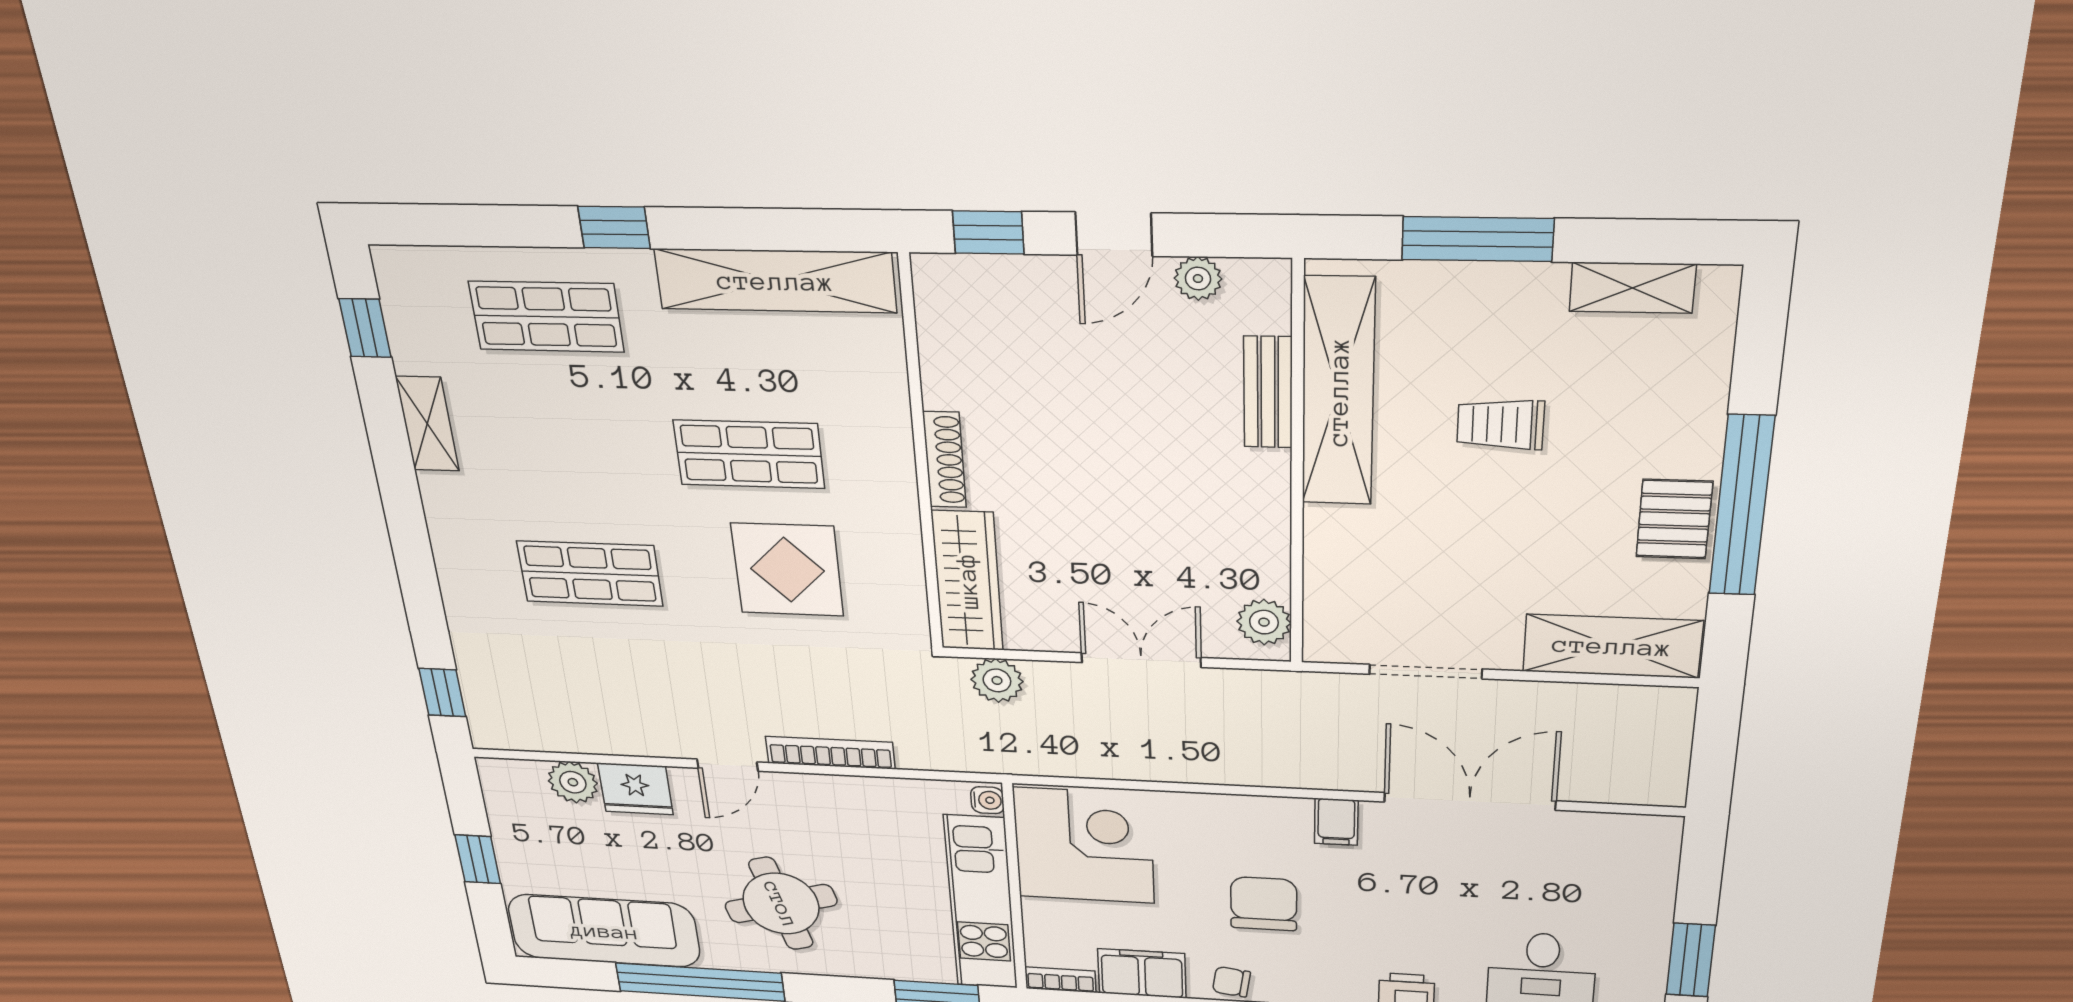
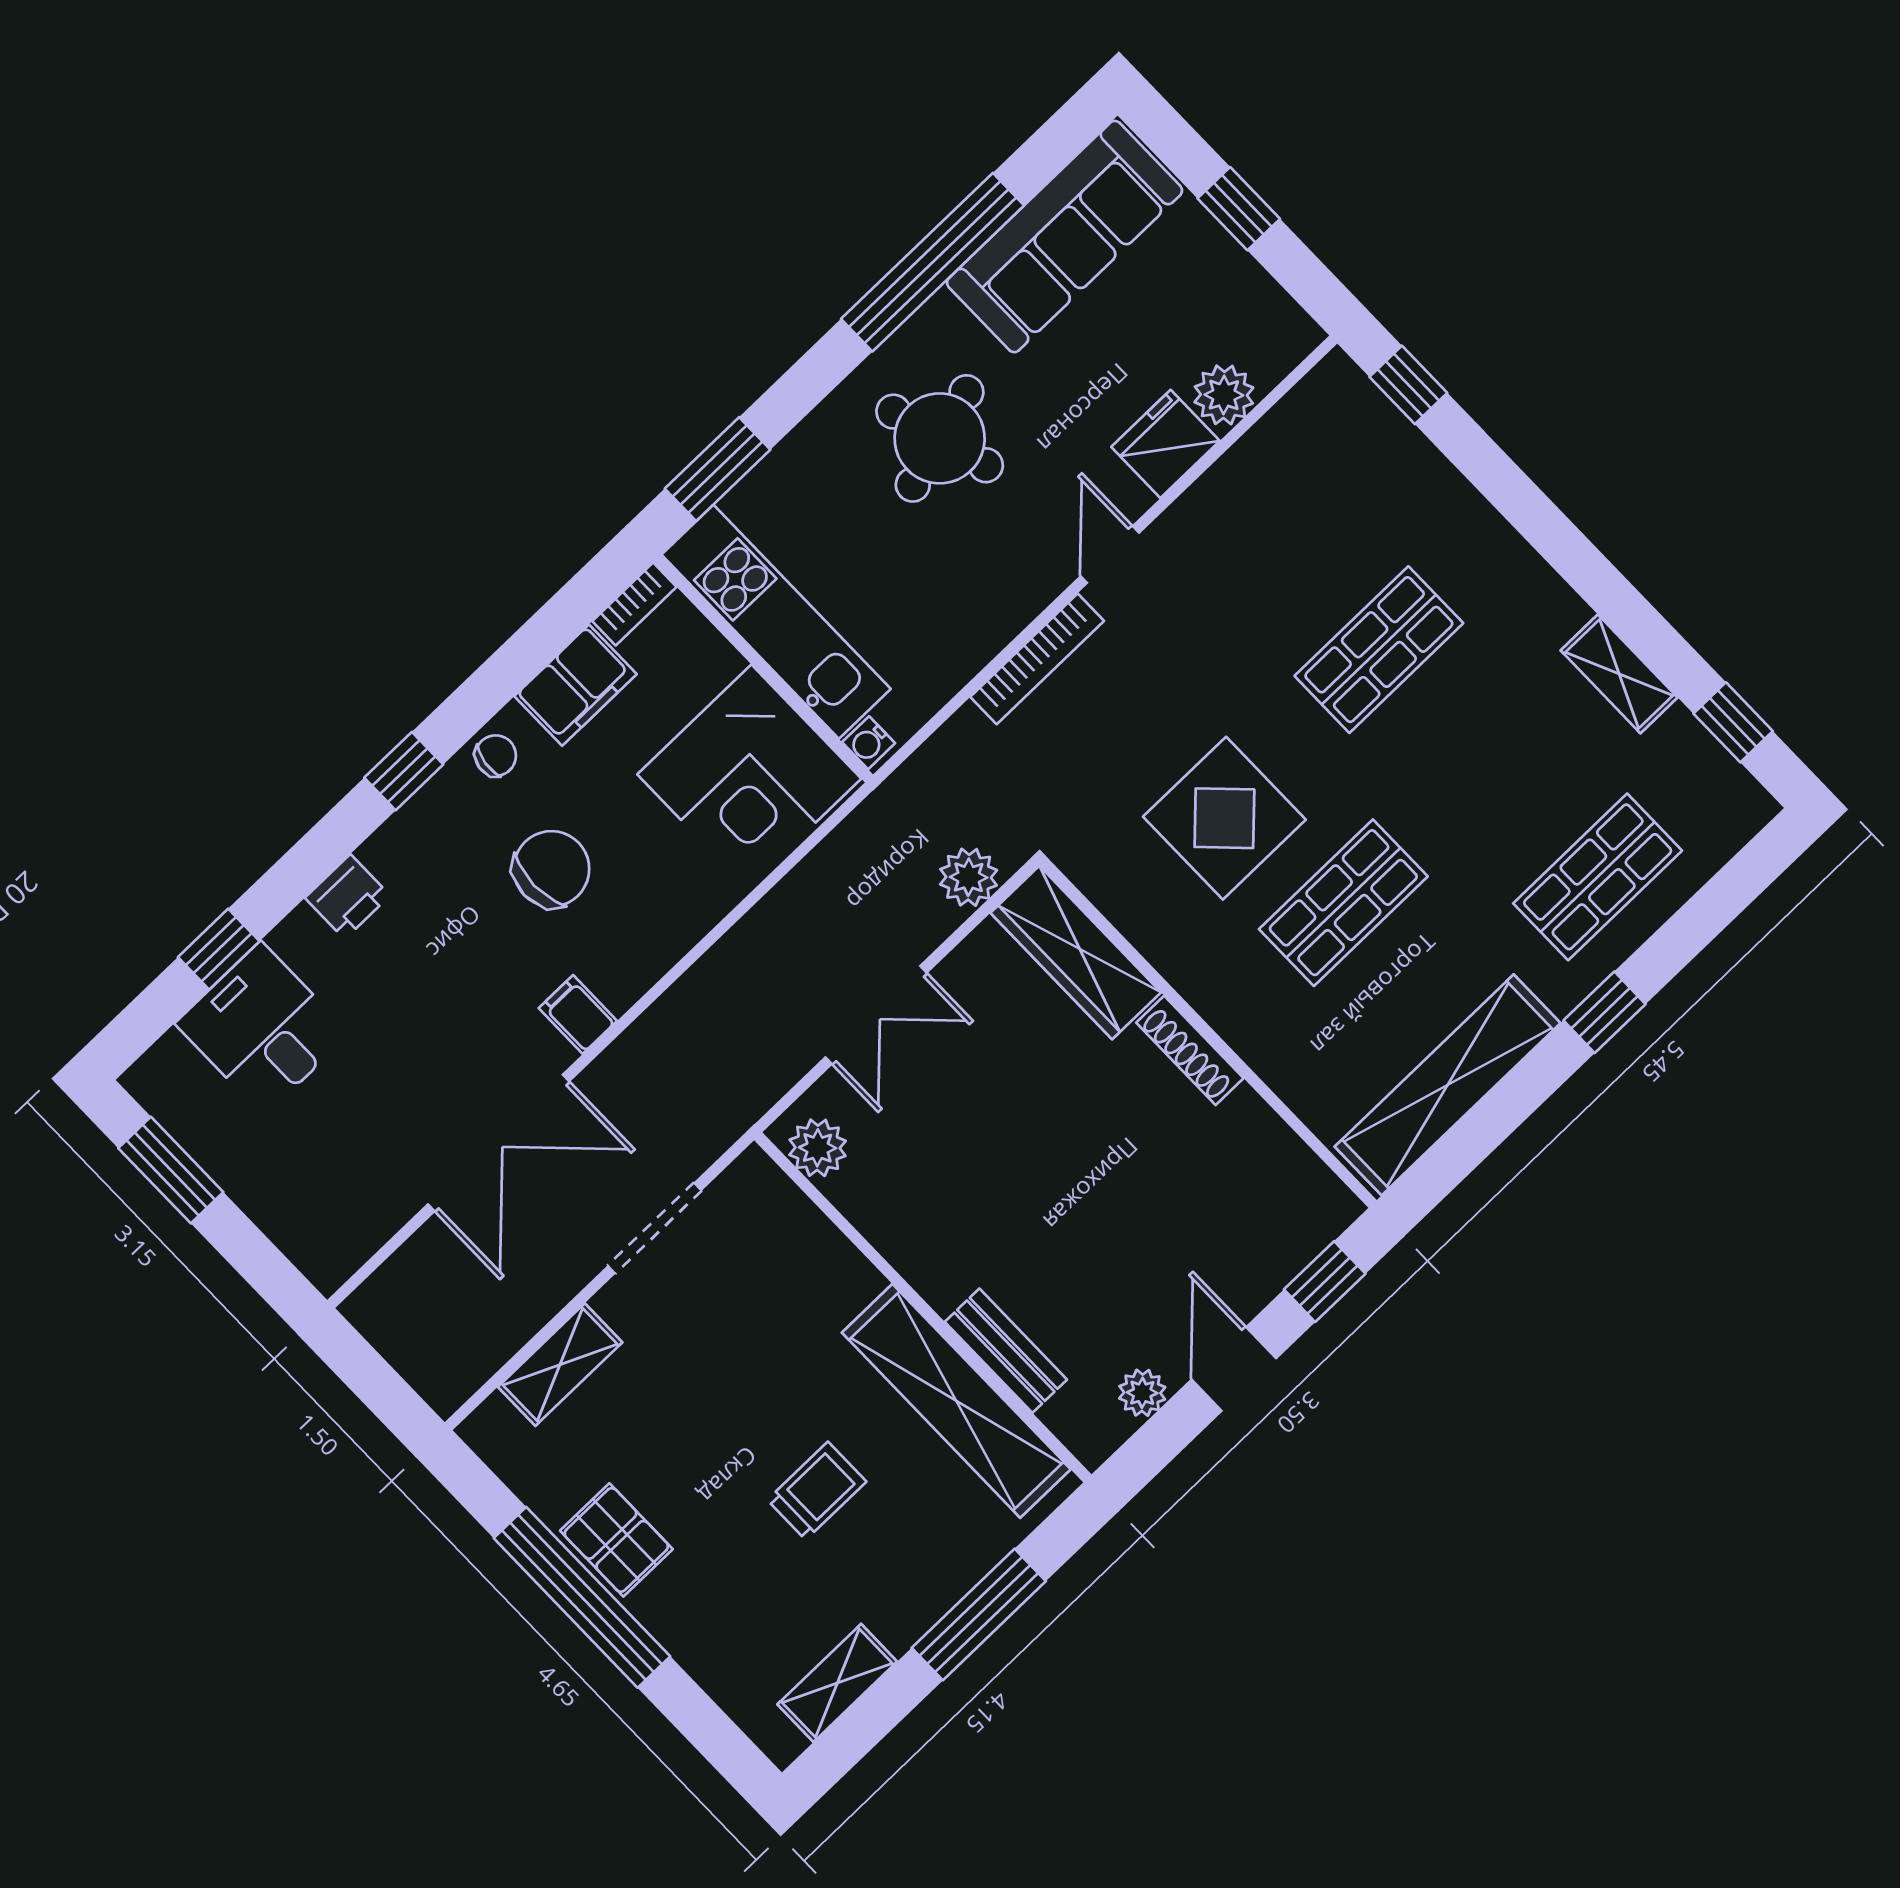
shelving: (1612, 646) -> (560, 1365), width x0.67, depth x0.75
chair: (1264, 904) -> (551, 869), turned -90

